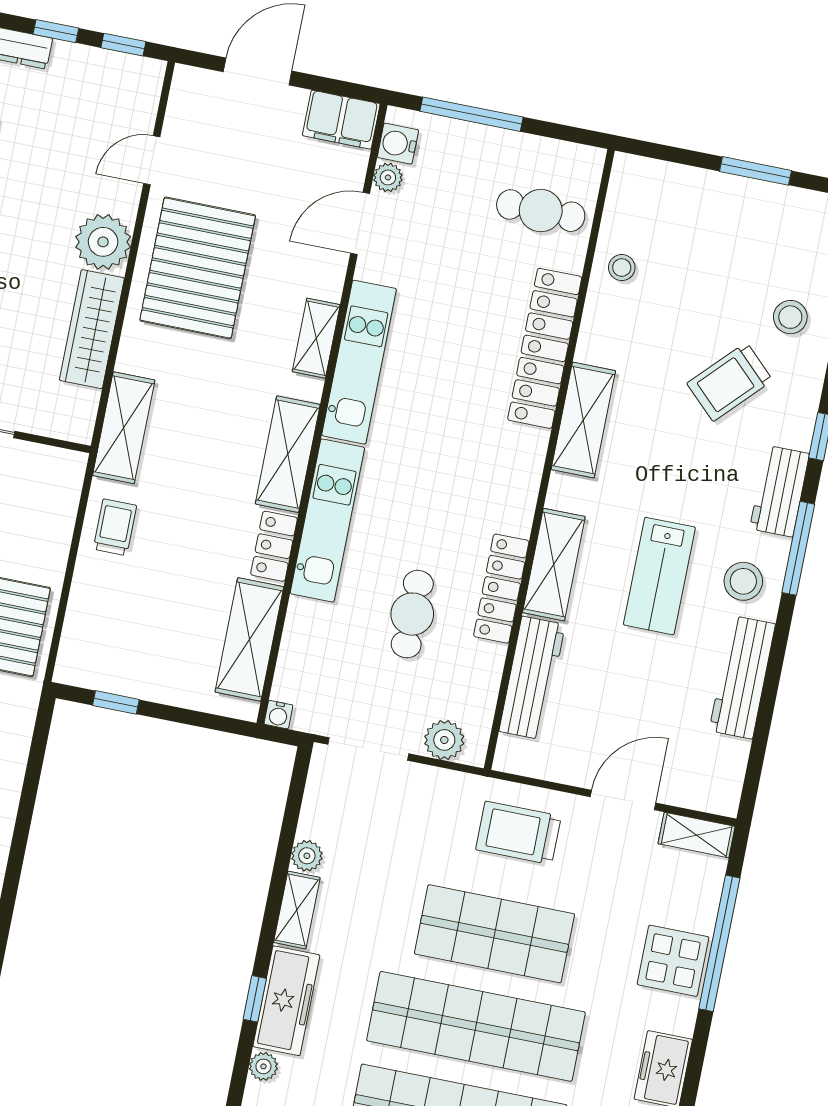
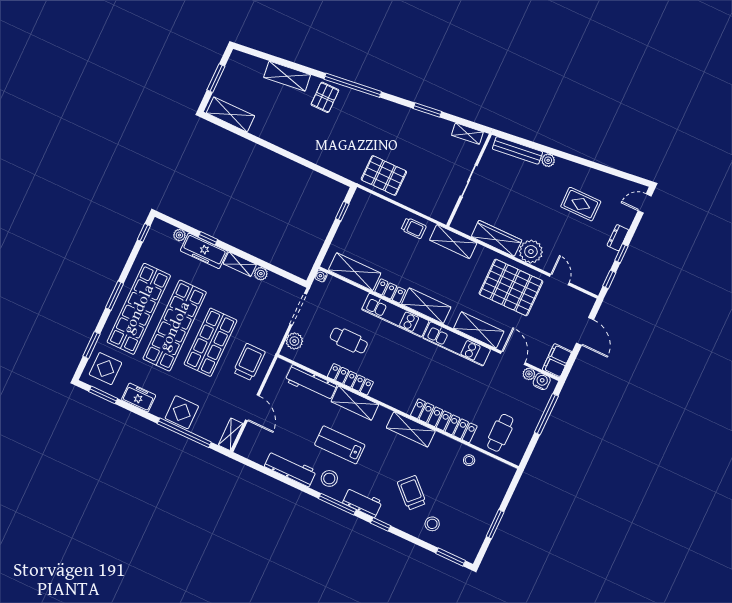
shelving: (316, 338) -> (479, 330), width x1.50, depth x1.33

